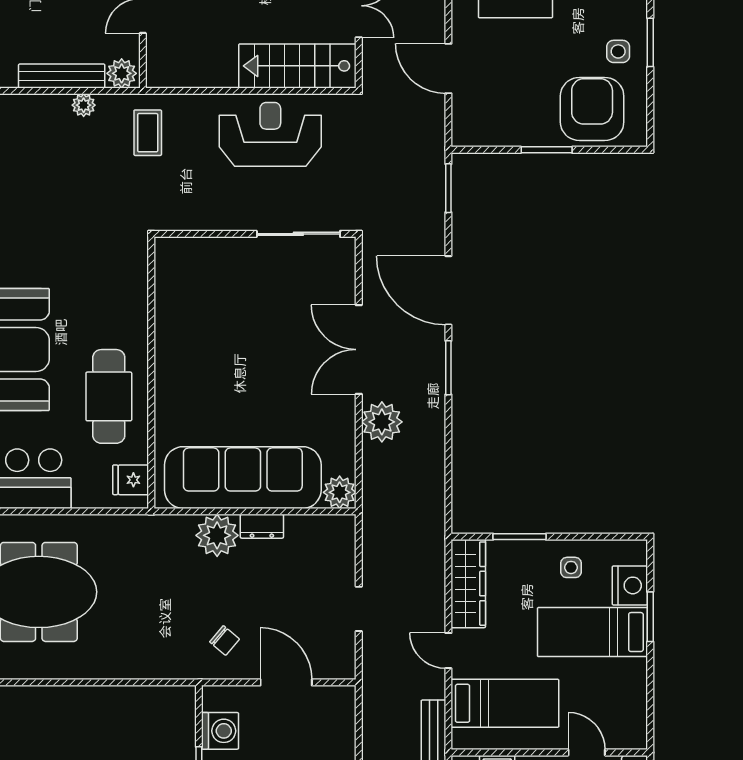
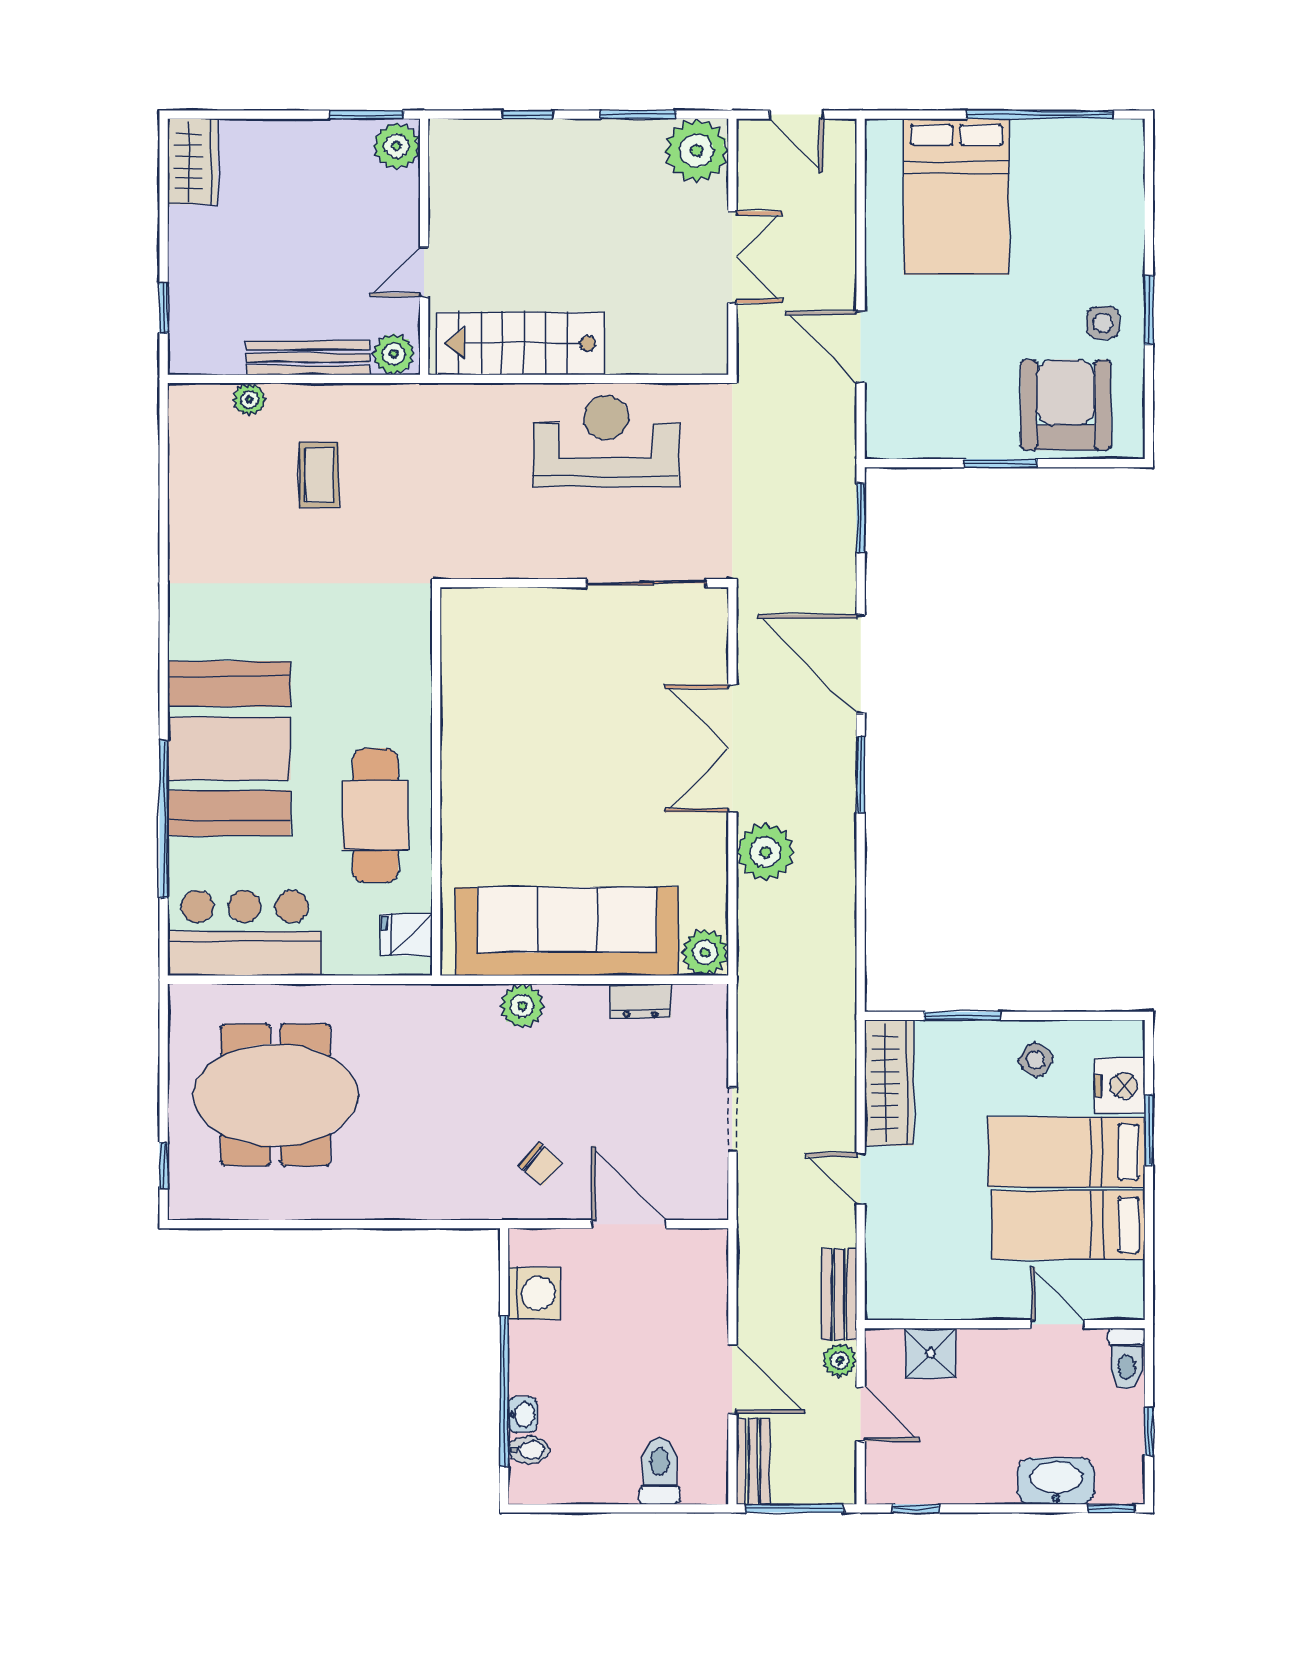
stairs: (297, 66) -> (521, 343), moved
plant: (84, 105) -> (249, 399), moved
coffee table: (148, 133) -> (319, 475), moved
dresser: (262, 526) -> (641, 1001), moved
plant: (217, 535) -> (522, 1006), width x0.73, depth x0.73
side table: (571, 567) -> (1036, 1060), turned 37
bed: (505, 703) -> (1068, 1225), moved, turned 180

